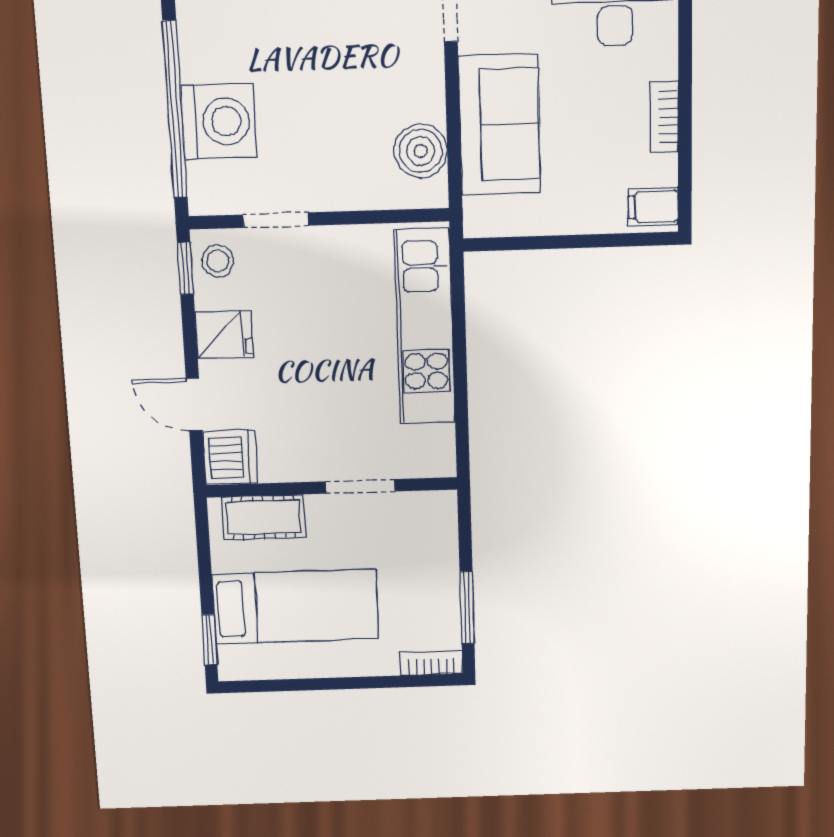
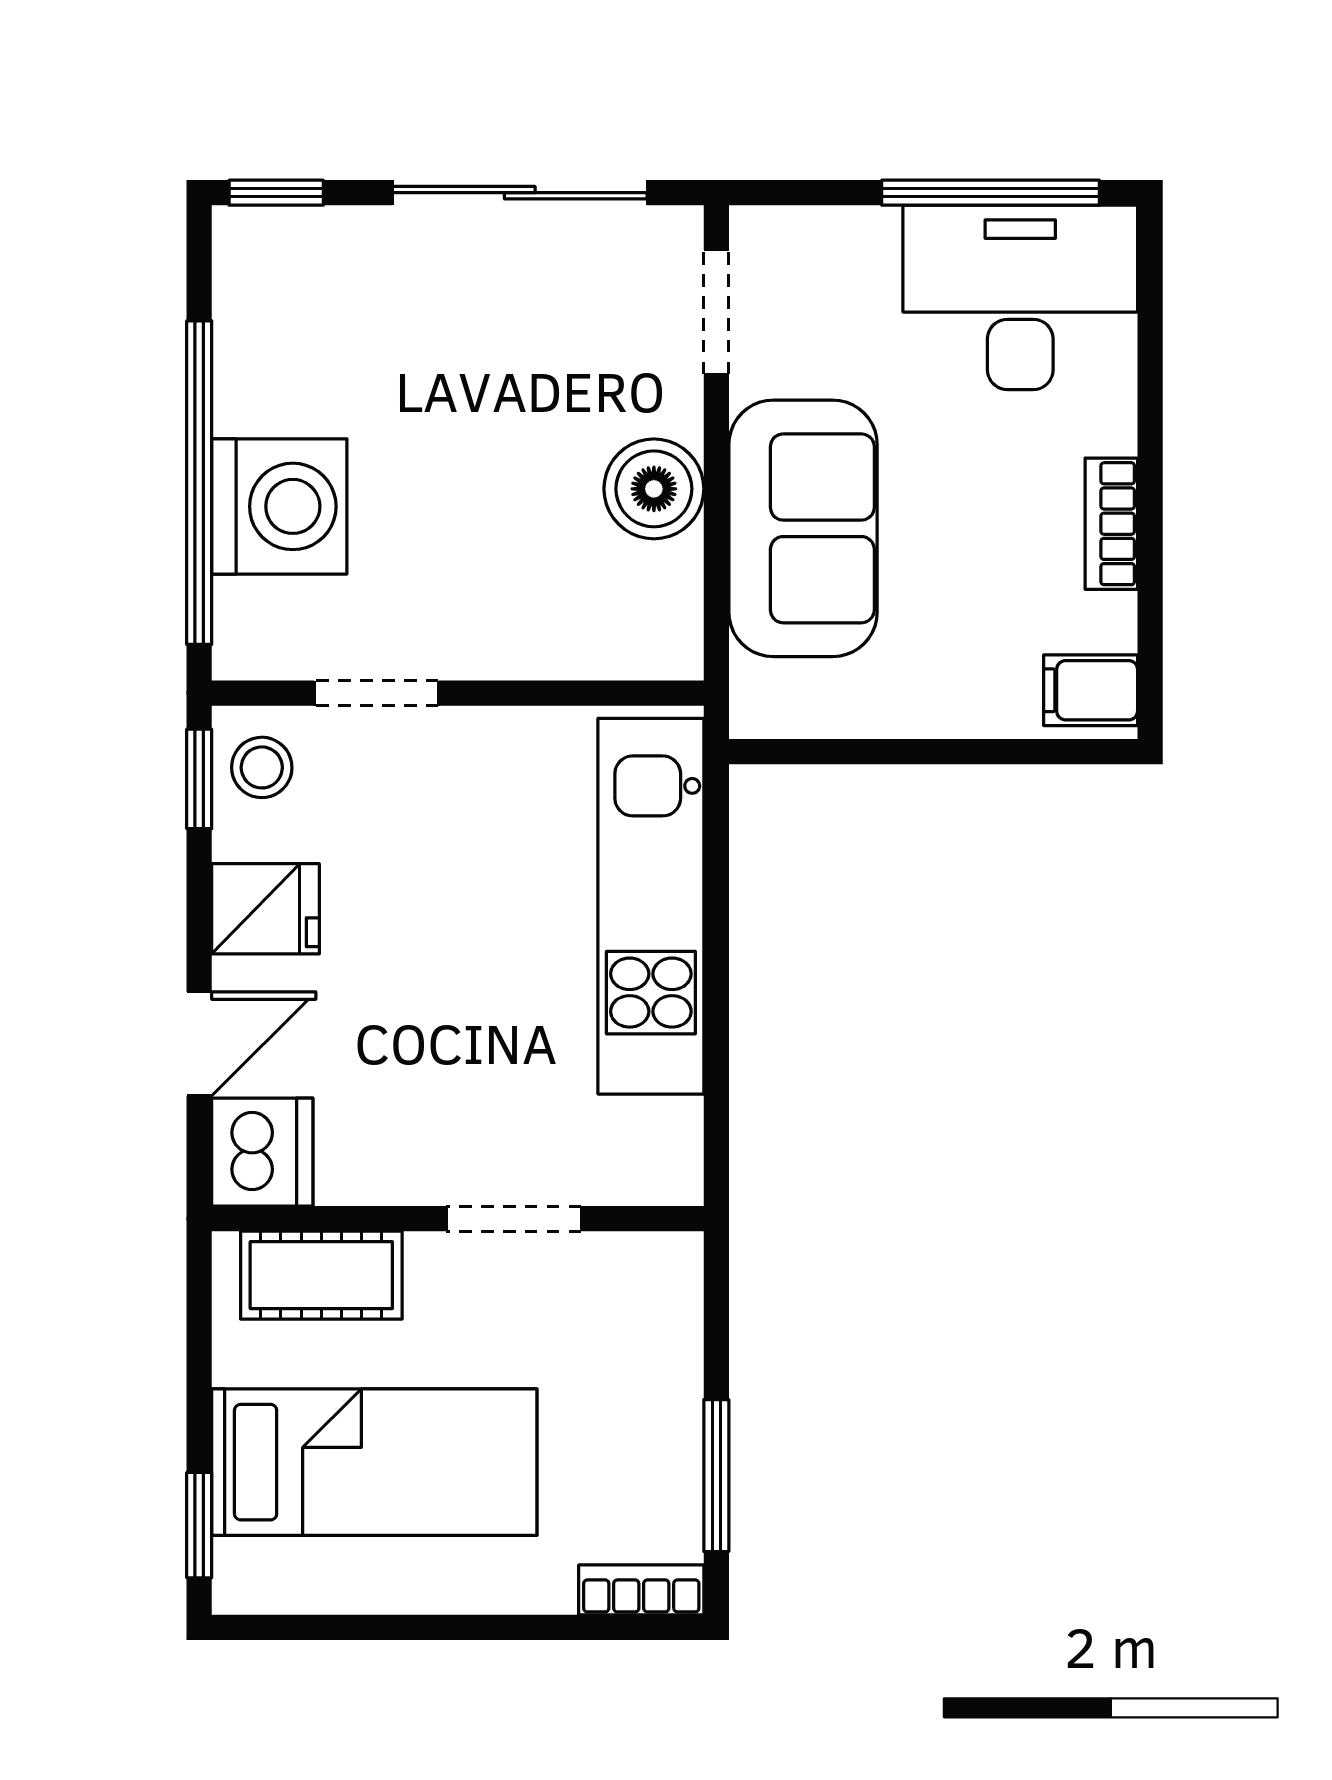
boiler: (421, 151) -> (654, 489), moved
door: (194, 404) -> (199, 1044), swing flipped

